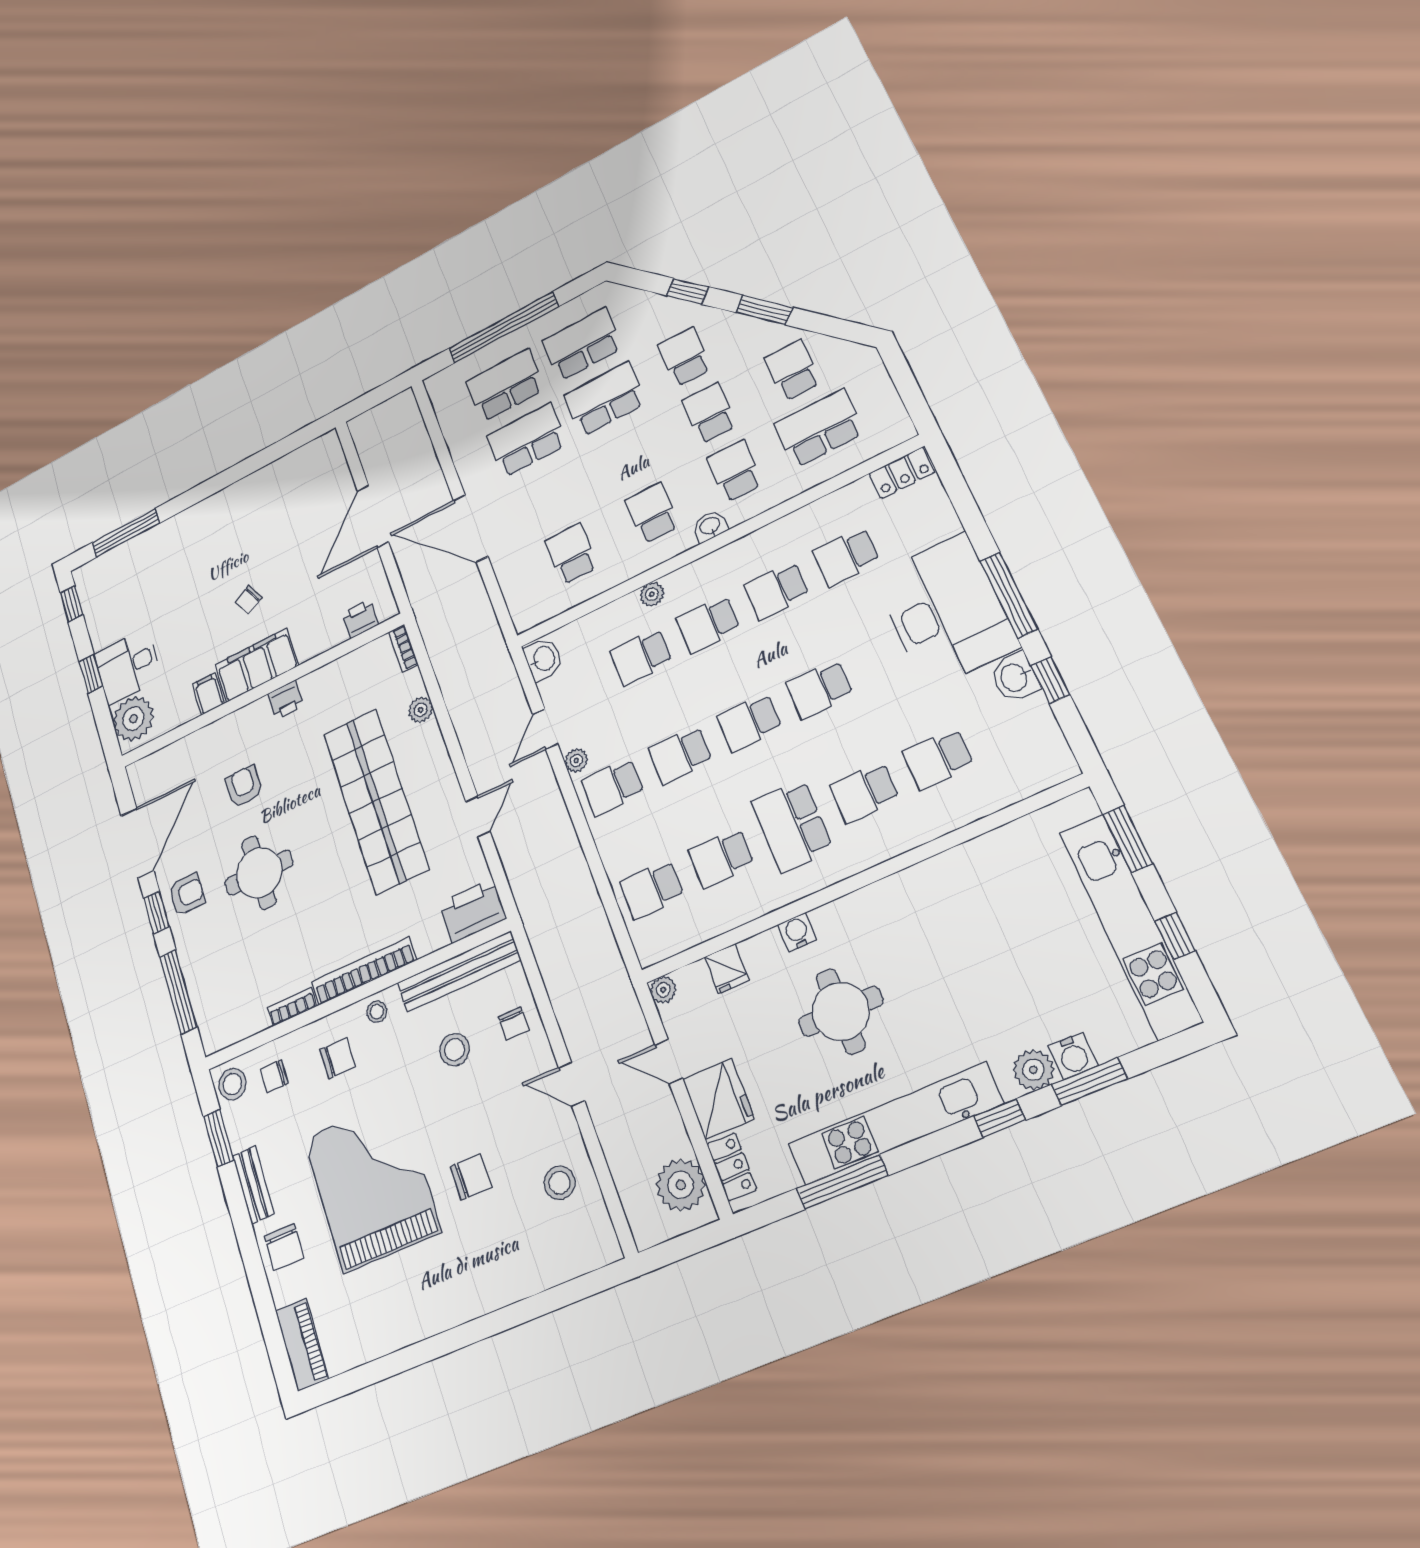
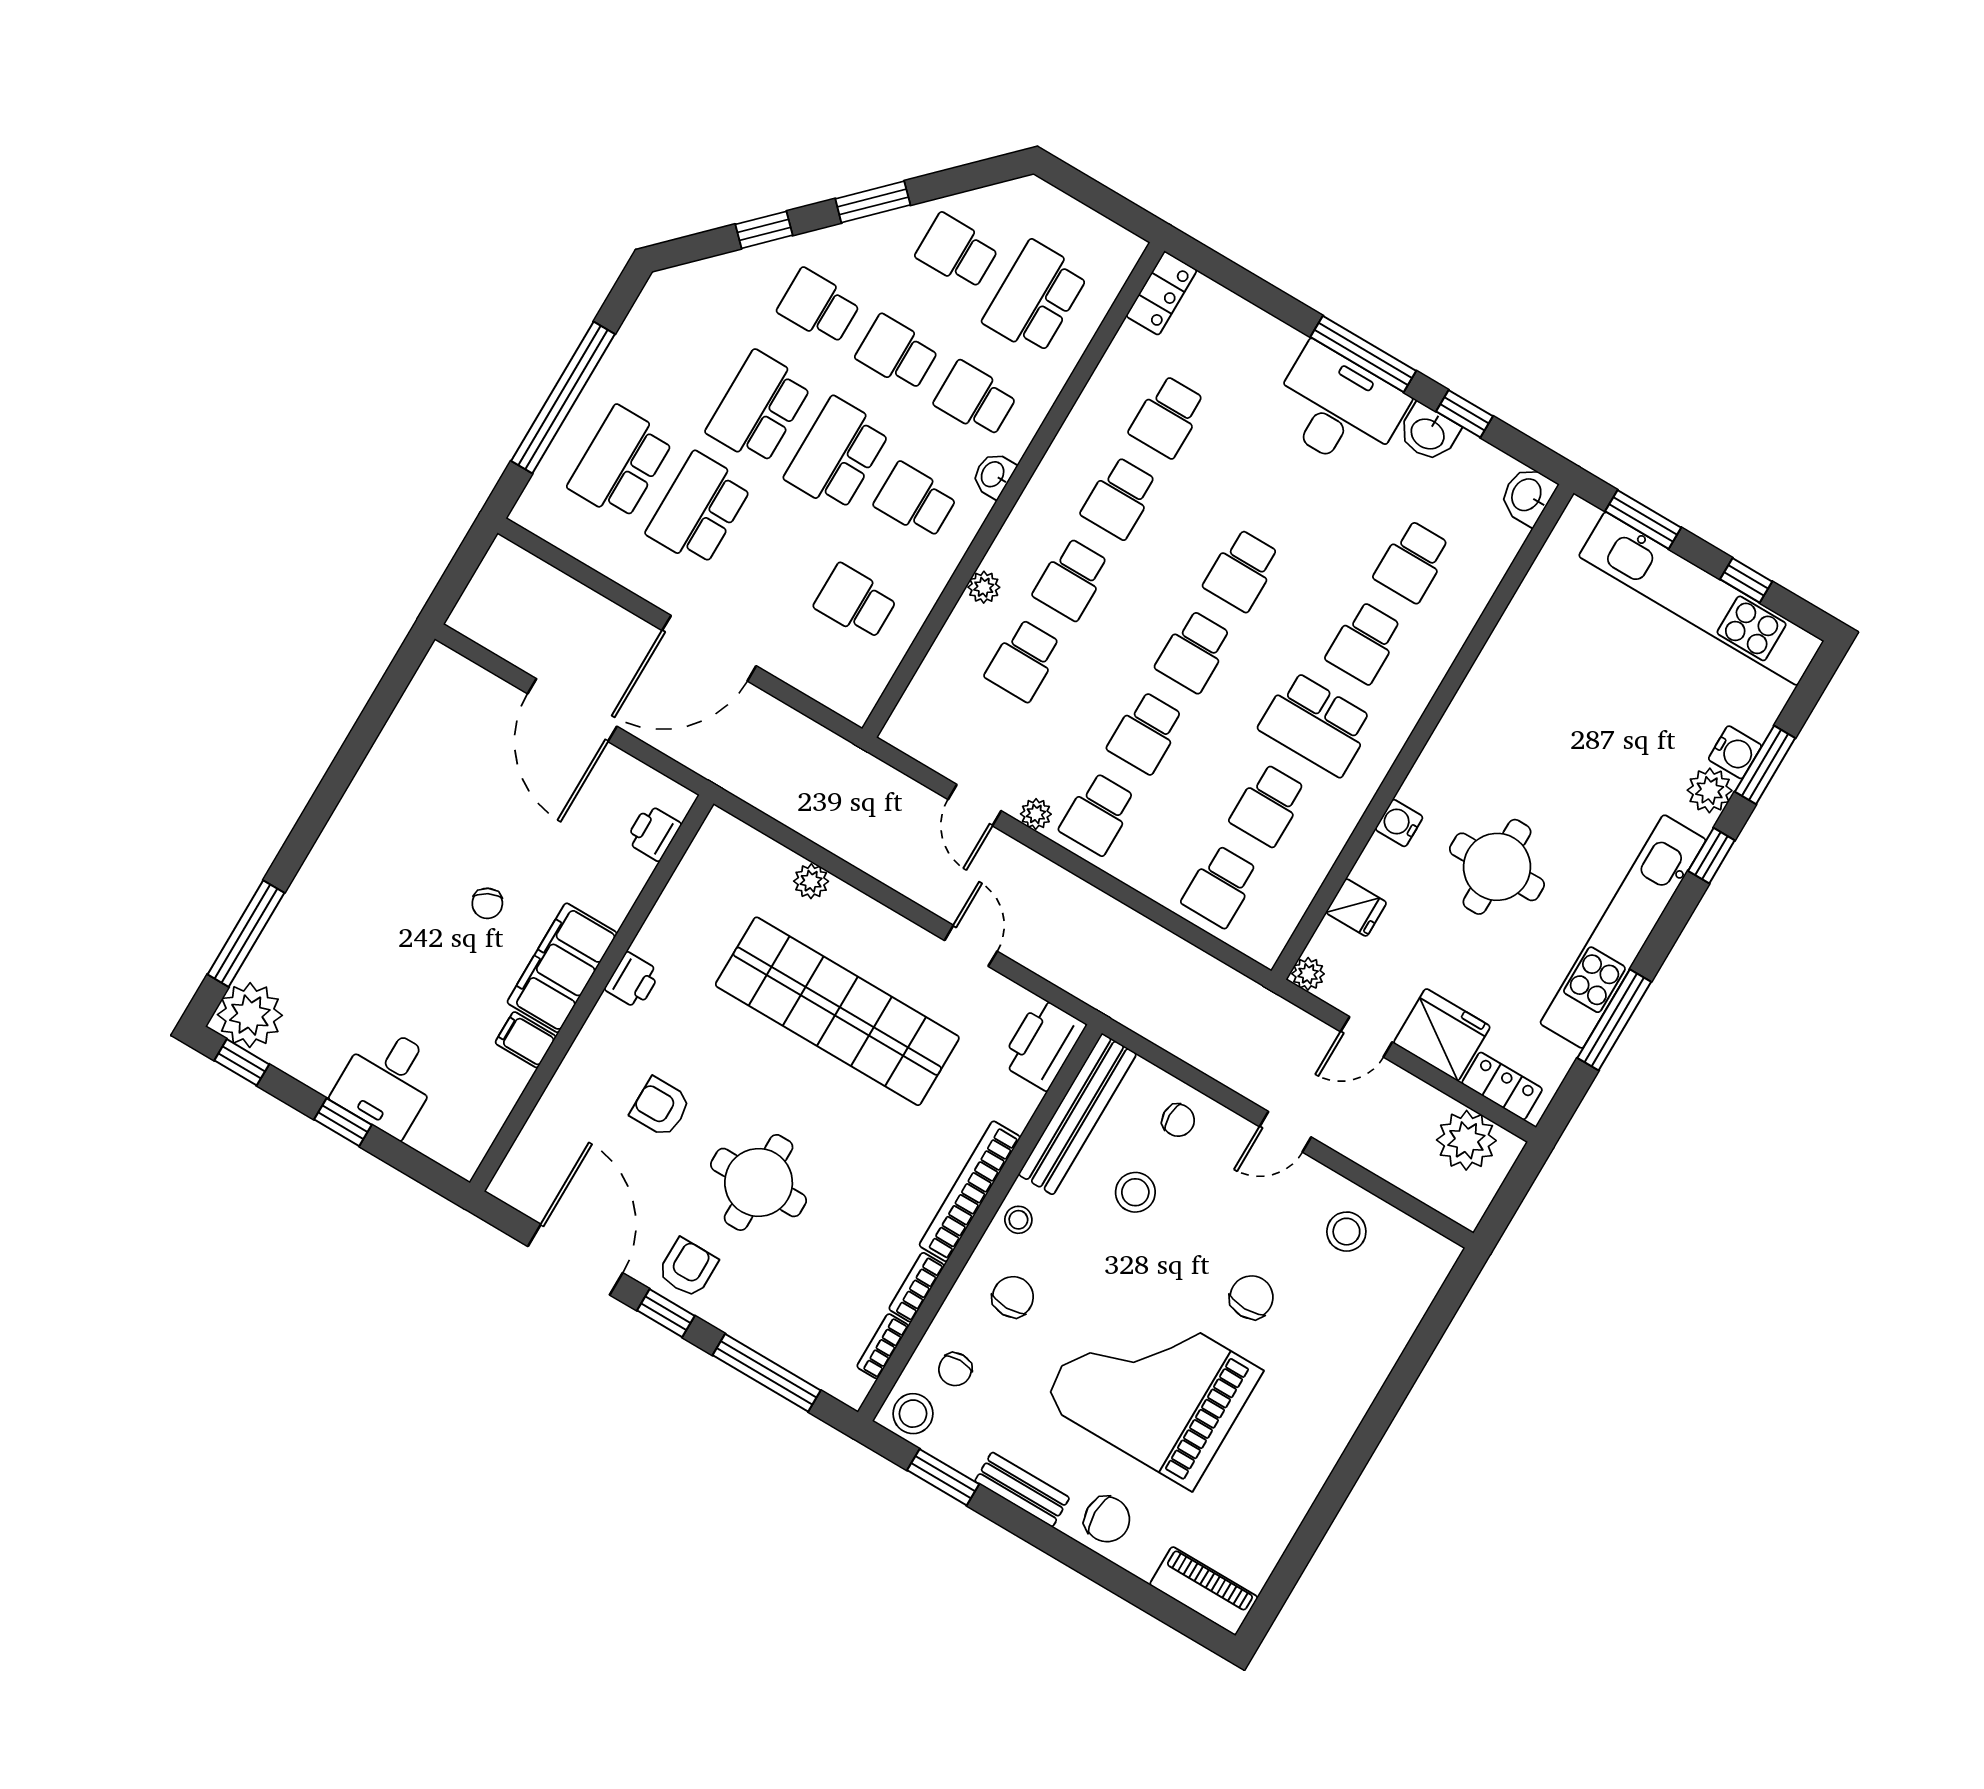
school desk: (582, 344) -> (837, 454), moved
desk: (946, 611) -> (1338, 408), width x0.73, depth x0.77
bookcase: (403, 648) -> (883, 1346), moved, turned 90
washbasin: (543, 659) -> (1527, 495), moved, turned -90
plant: (133, 719) -> (250, 1015), moved

